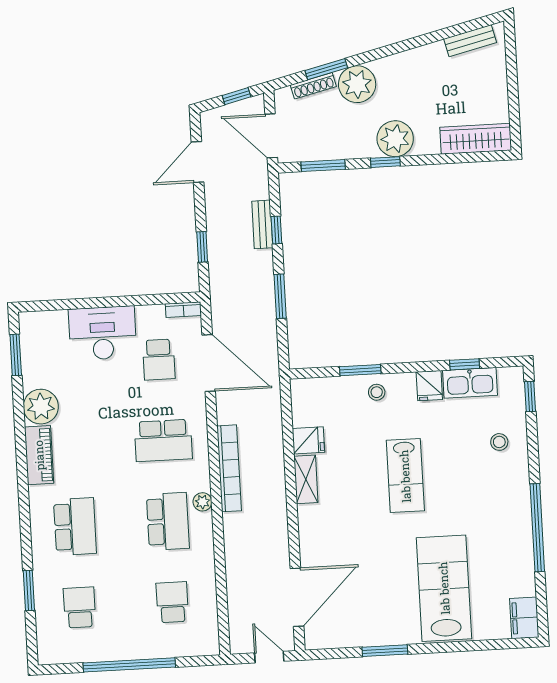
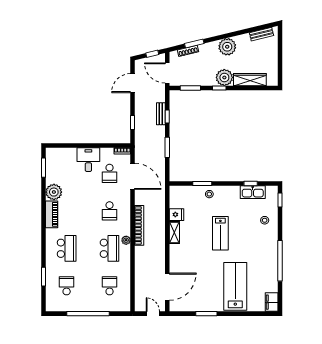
plant: (357, 84) -> (227, 47), moved
wardrobe: (476, 139) -> (250, 80), moved
desk: (103, 333) -> (88, 160), width x0.73
fridge: (429, 386) -> (234, 192), removed
school desk: (163, 440) -> (110, 211), width x0.54

